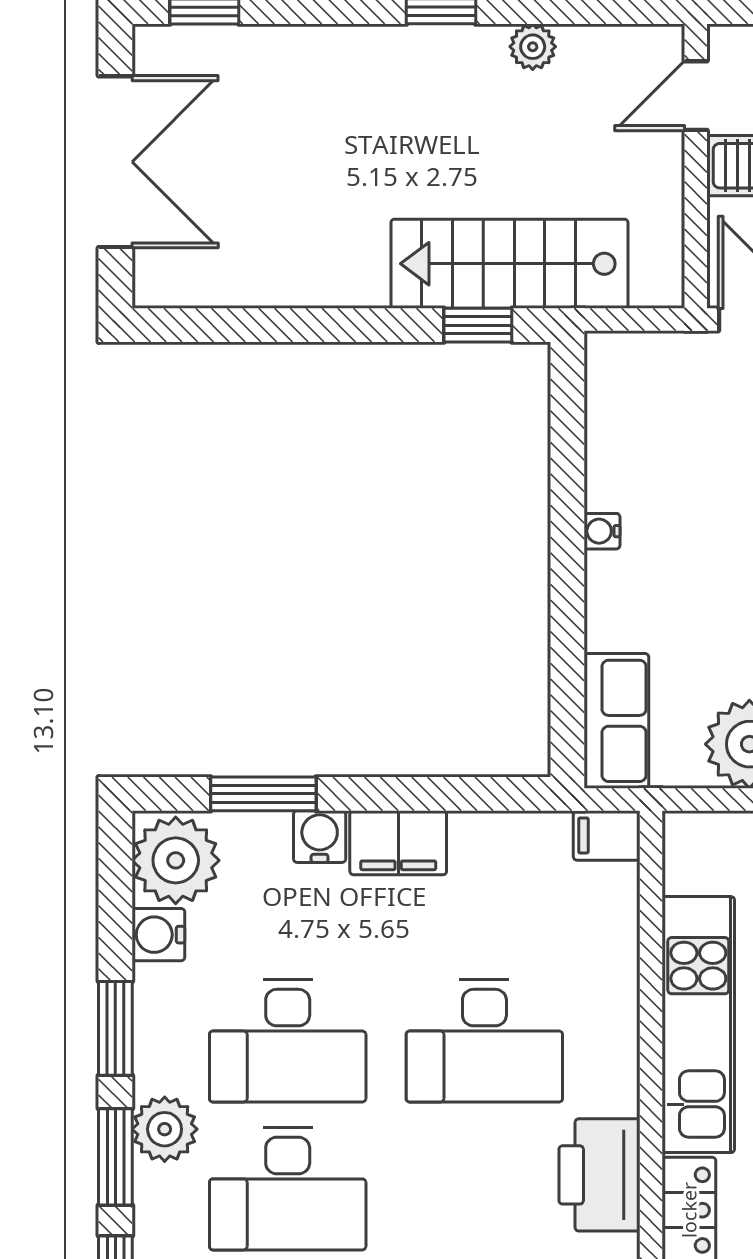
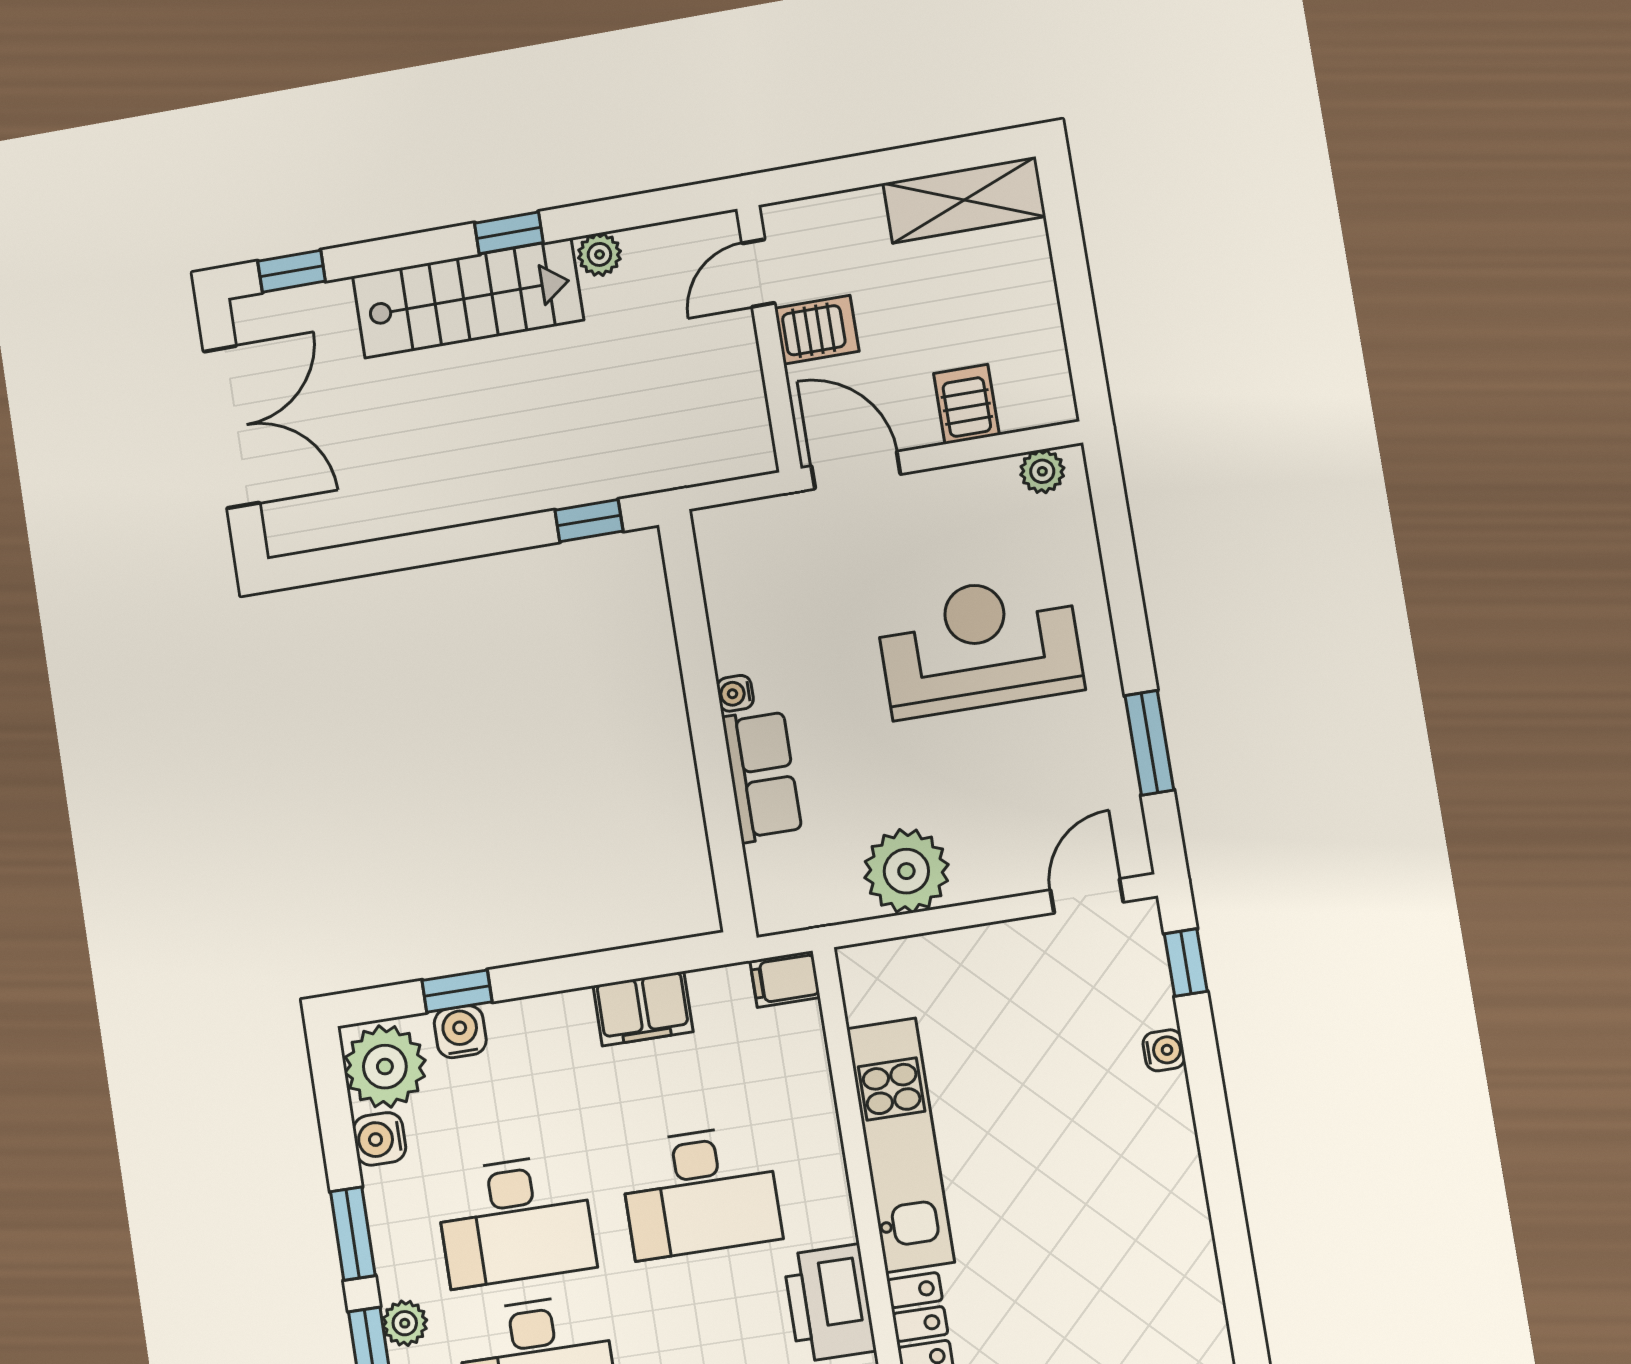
stairs: (509, 264) -> (468, 298), moved, turned 180
row of seats: (616, 721) -> (762, 775), moved
window: (263, 794) -> (457, 991), width x0.67
water cooler: (320, 837) -> (460, 1032), moved
filing cabinet: (398, 843) -> (643, 1009), moved
plant: (165, 1129) -> (405, 1323), width x0.73, depth x0.73

